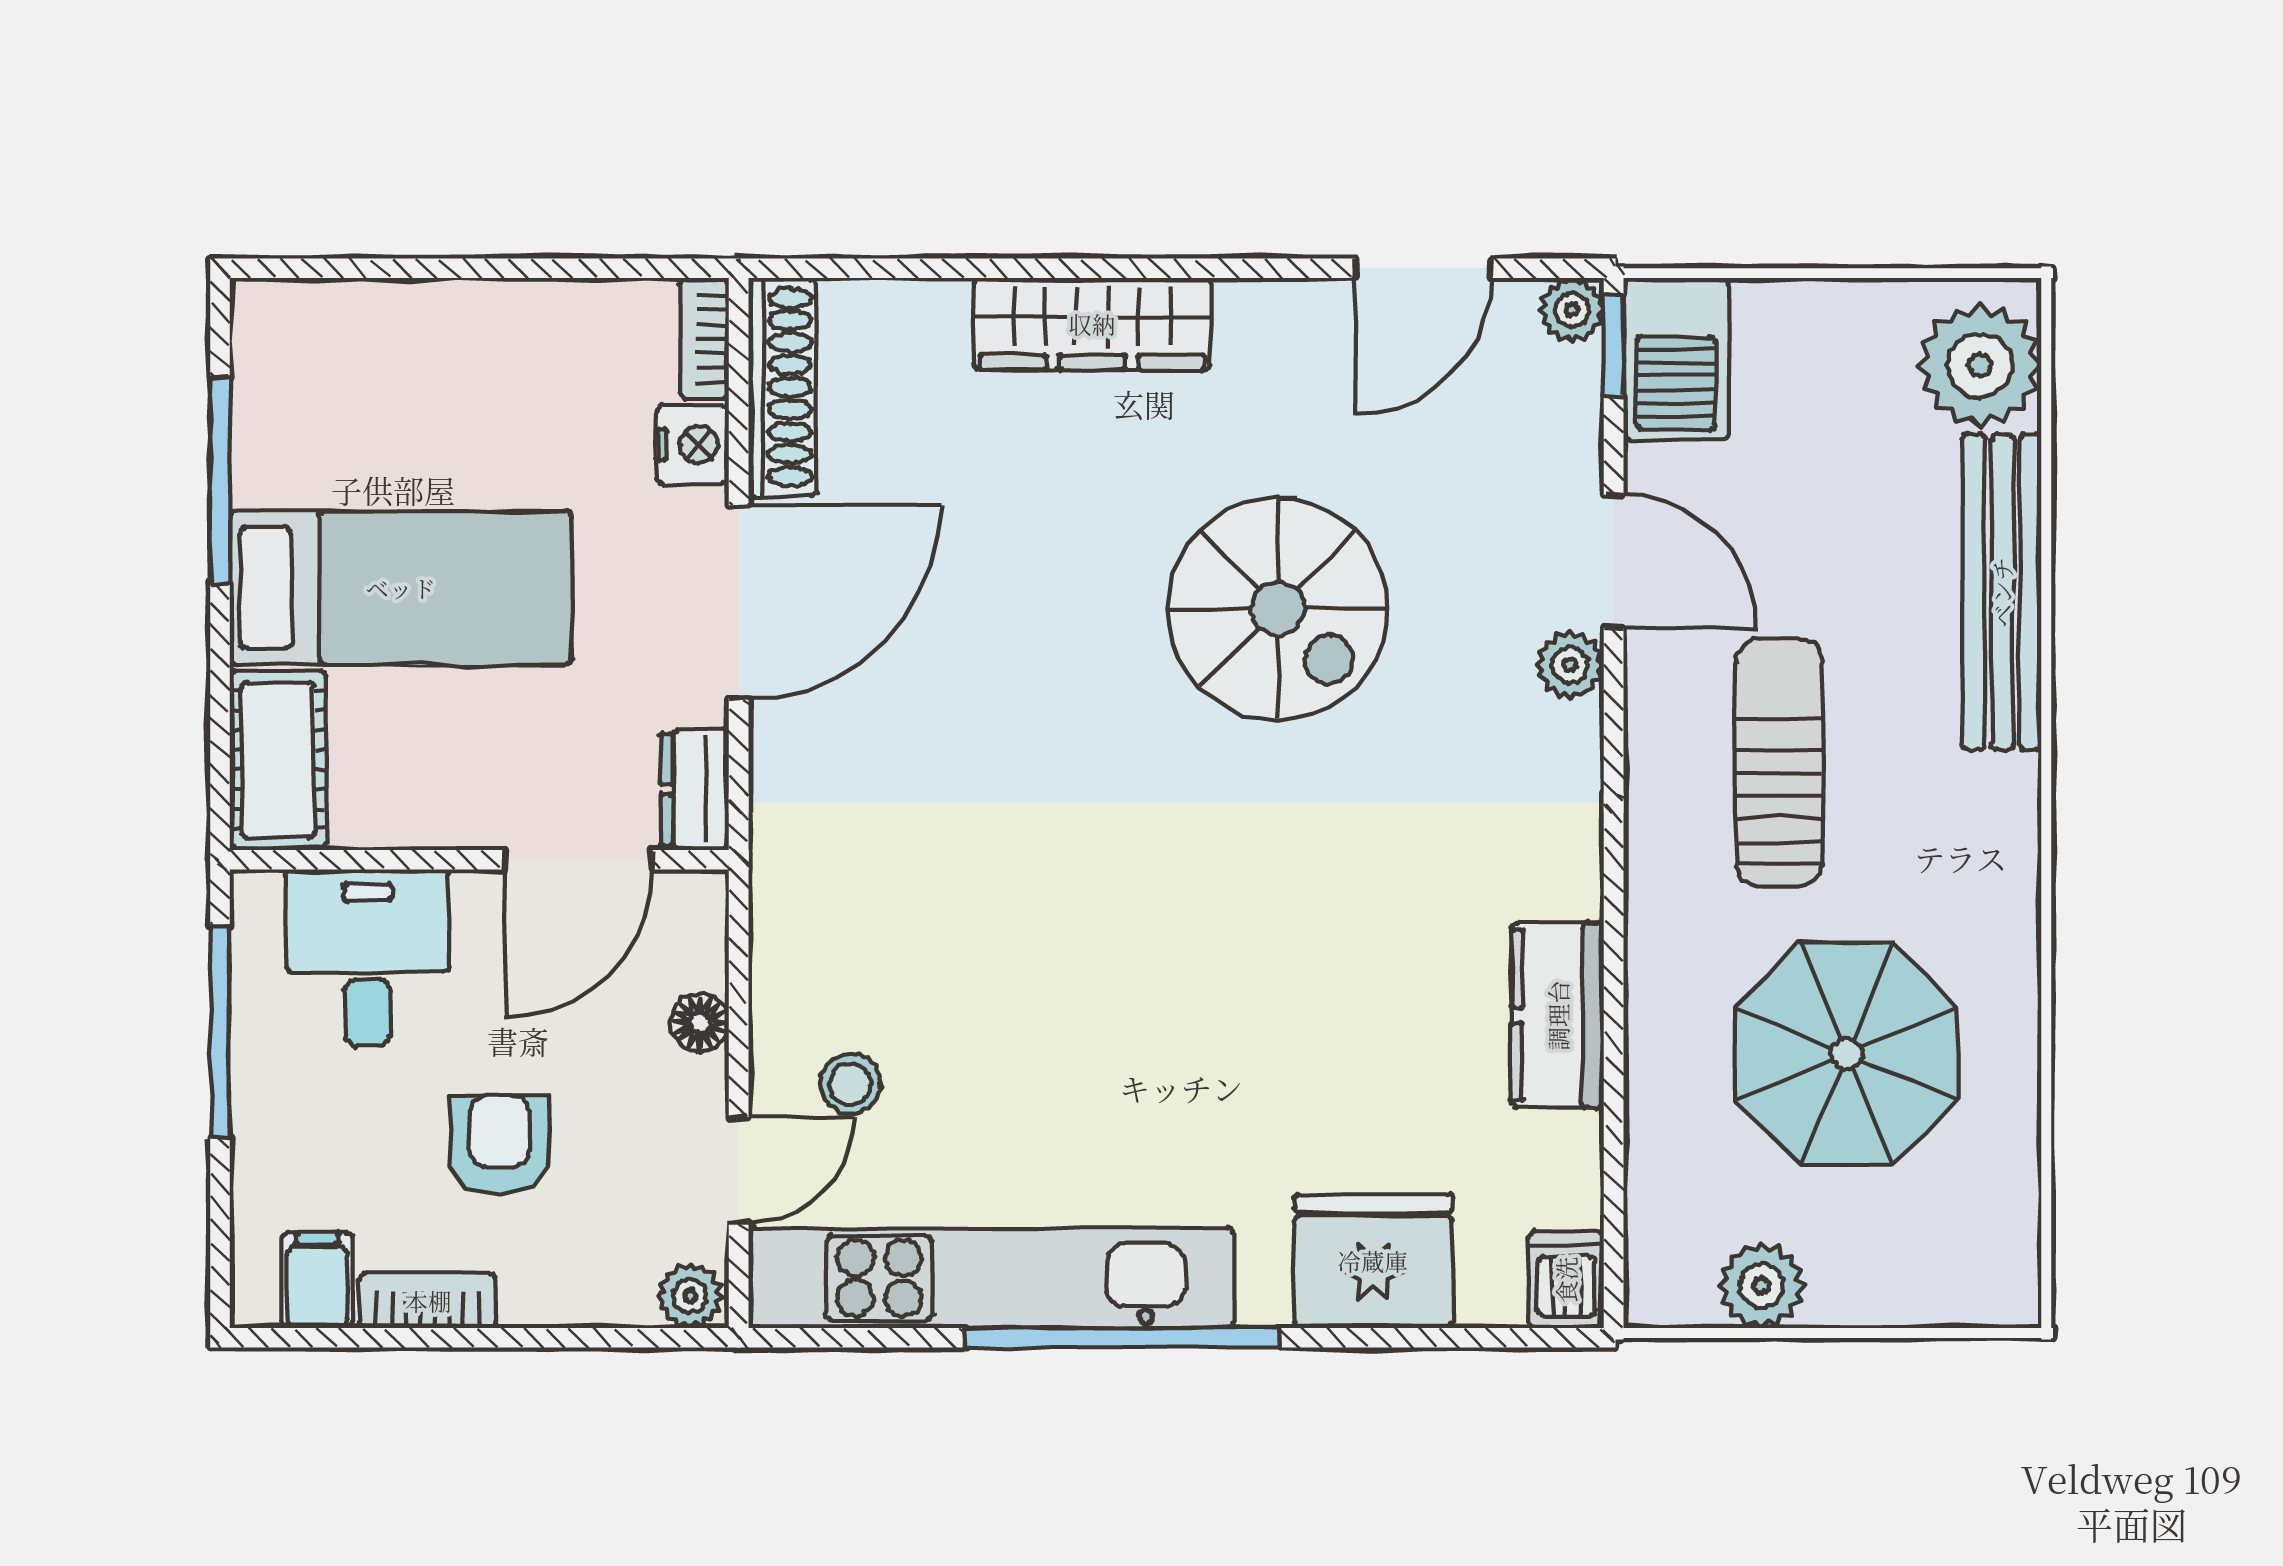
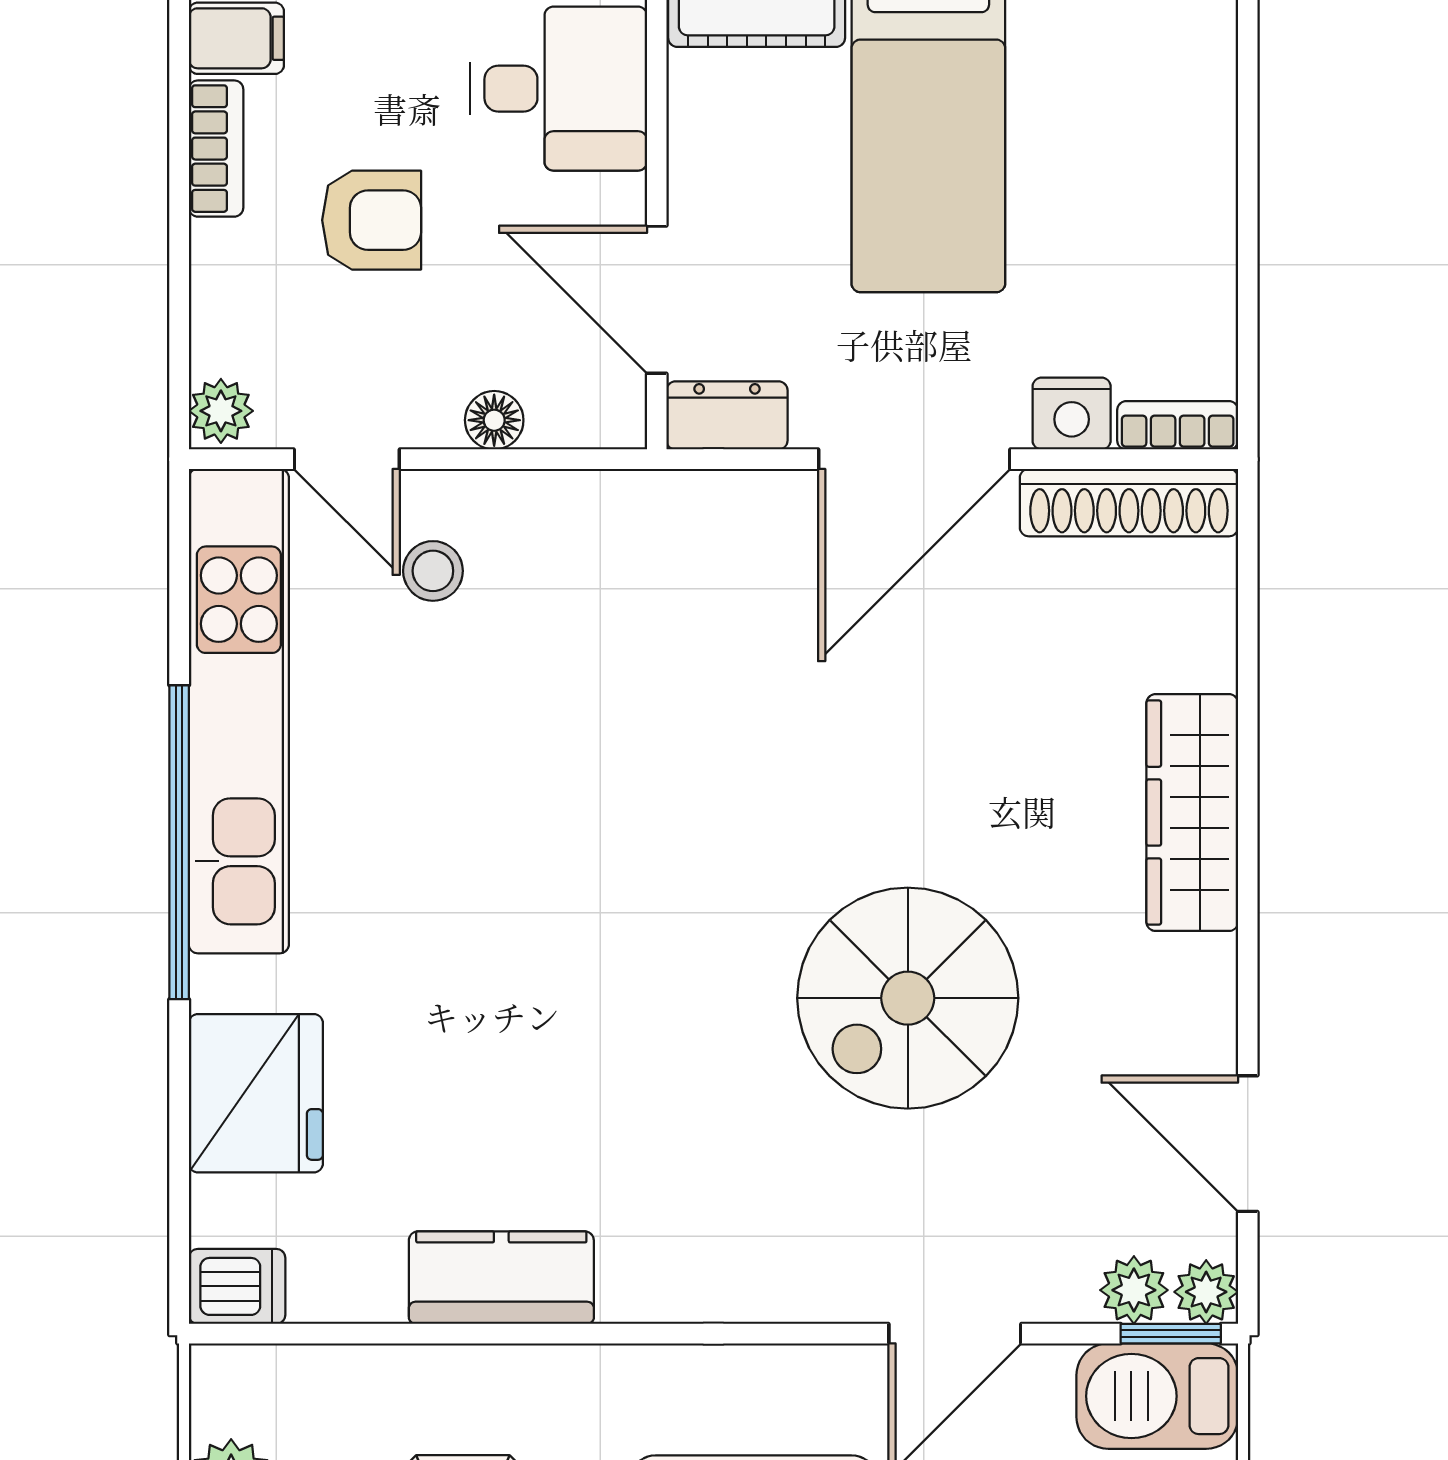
door: (739, 602) -> (914, 459), hinge flipped
plant: (1570, 665) -> (1134, 1290), moved

